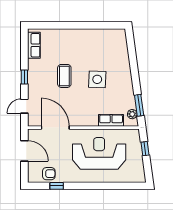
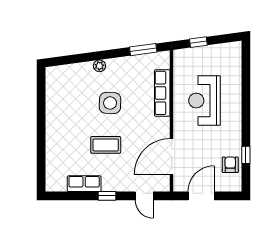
row of seats: (34, 45) -> (84, 184), moved
plant: (132, 114) -> (99, 66), moved
row of seats: (111, 120) -> (162, 93), width x1.48
reception desk: (99, 153) -> (204, 101), width x0.74, depth x0.77

